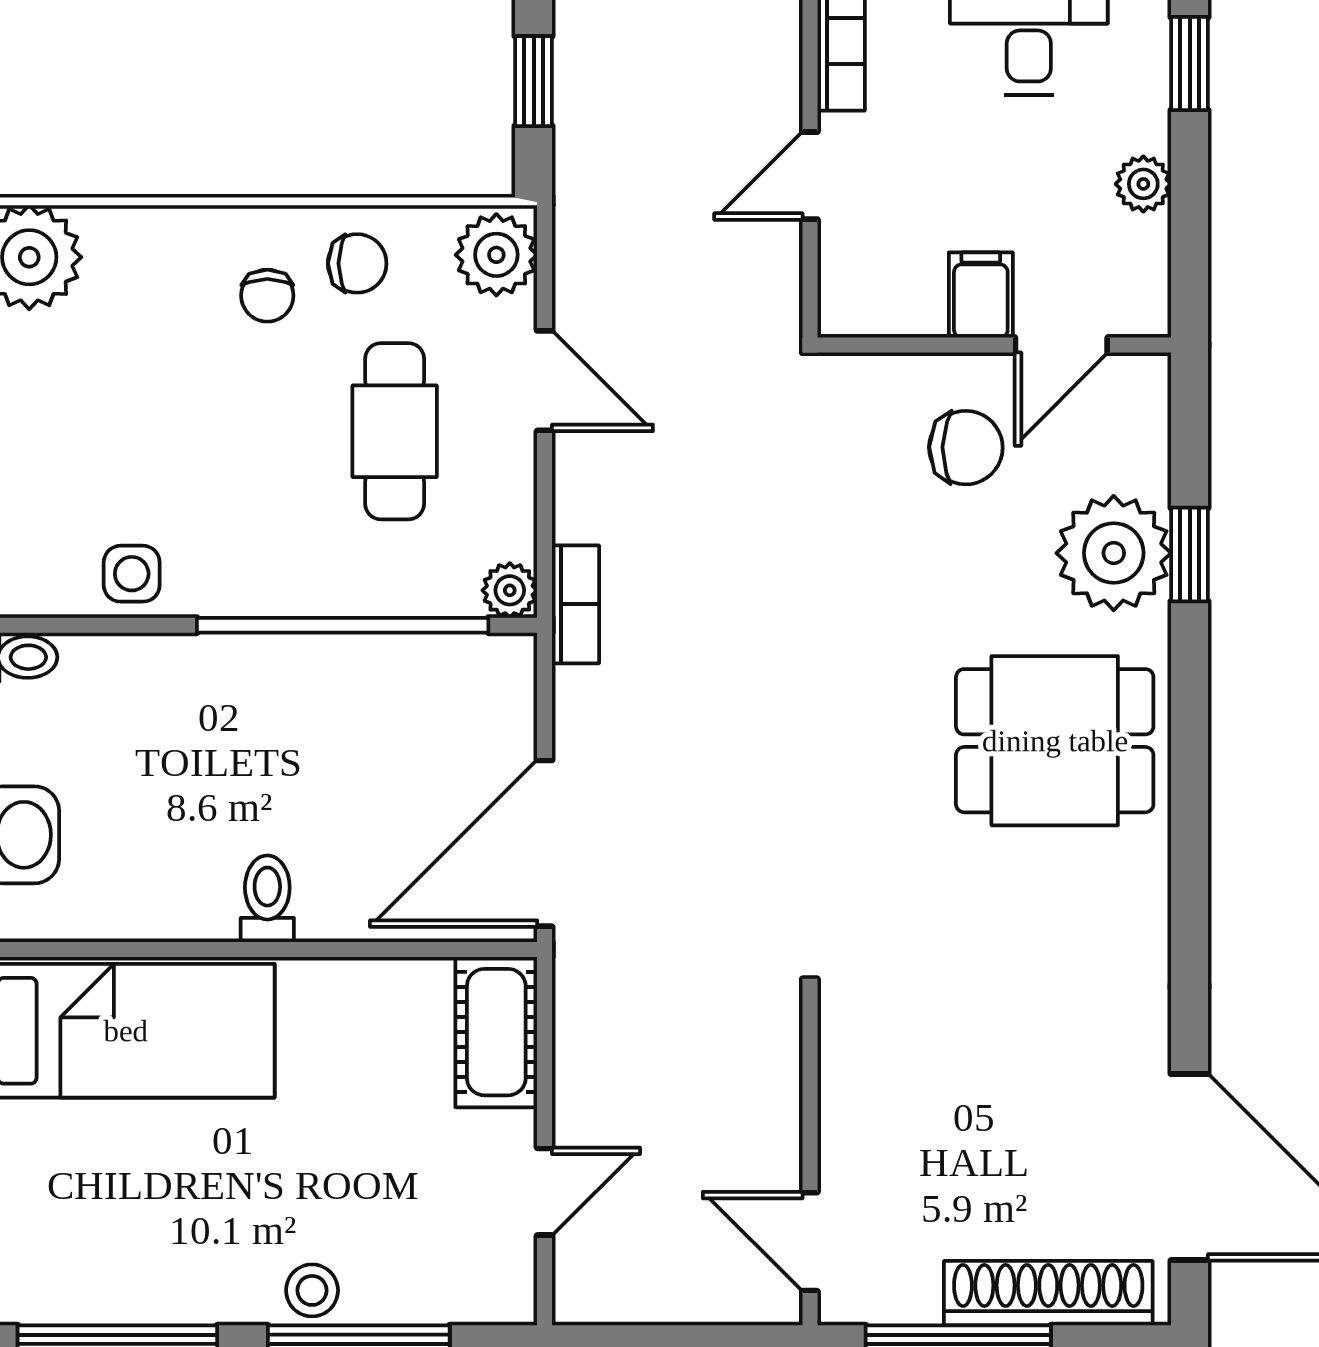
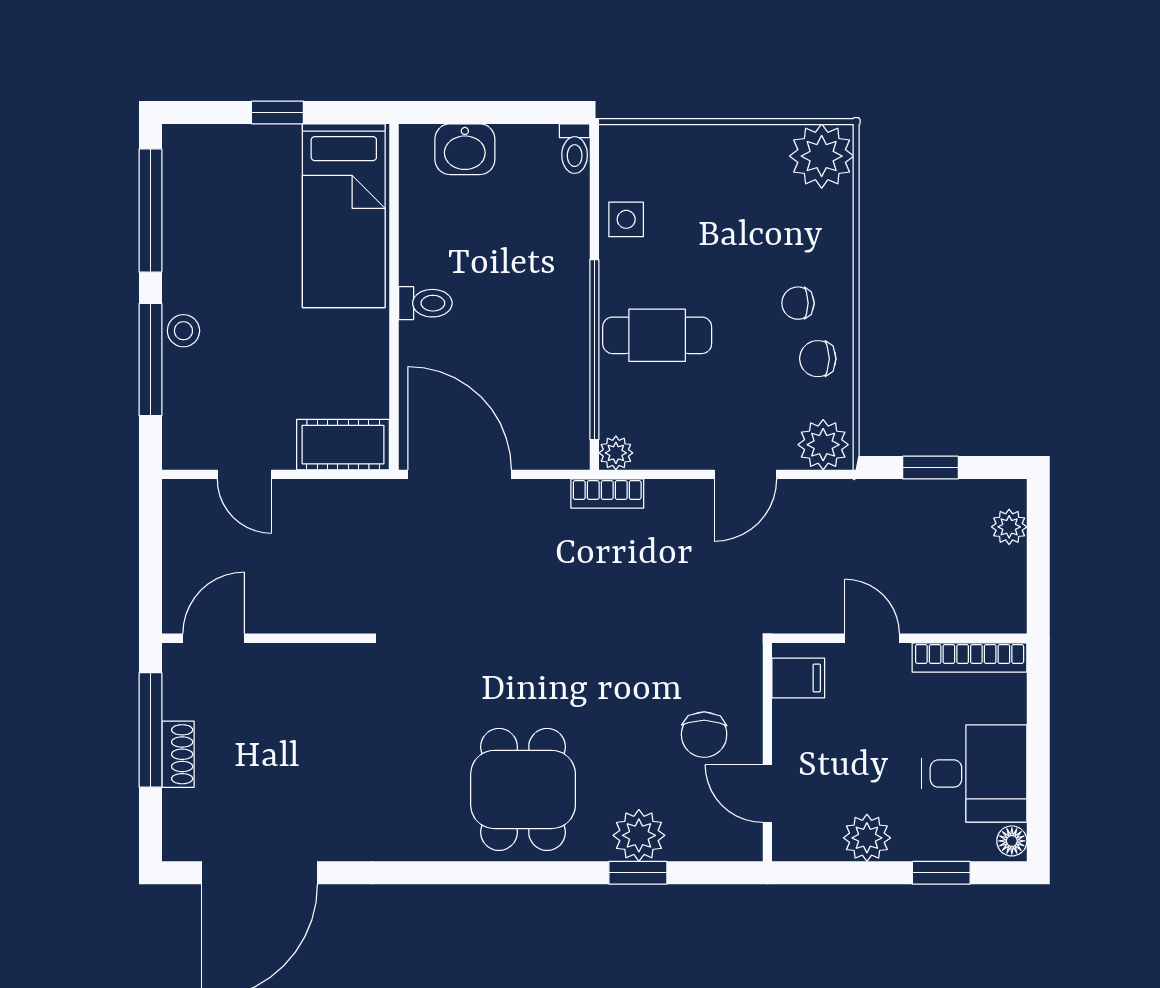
plant: (1143, 184) -> (867, 838), width x1.38, depth x1.38
chair: (357, 263) -> (818, 359), turned 90
filing cabinet: (981, 295) -> (798, 678), moved
cafe table: (395, 431) -> (657, 335), moved
plant: (1114, 553) -> (639, 835), width x0.73, depth x0.73
shoe rack: (1048, 1293) -> (178, 754), width x0.51, depth x0.81

